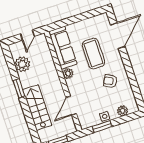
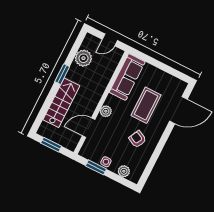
plant: (68, 74) -> (106, 111), moved

